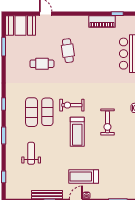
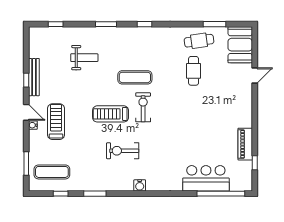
cafe table: (68, 51) -> (199, 41), moved
exercise mat: (32, 112) -> (52, 172), moved

